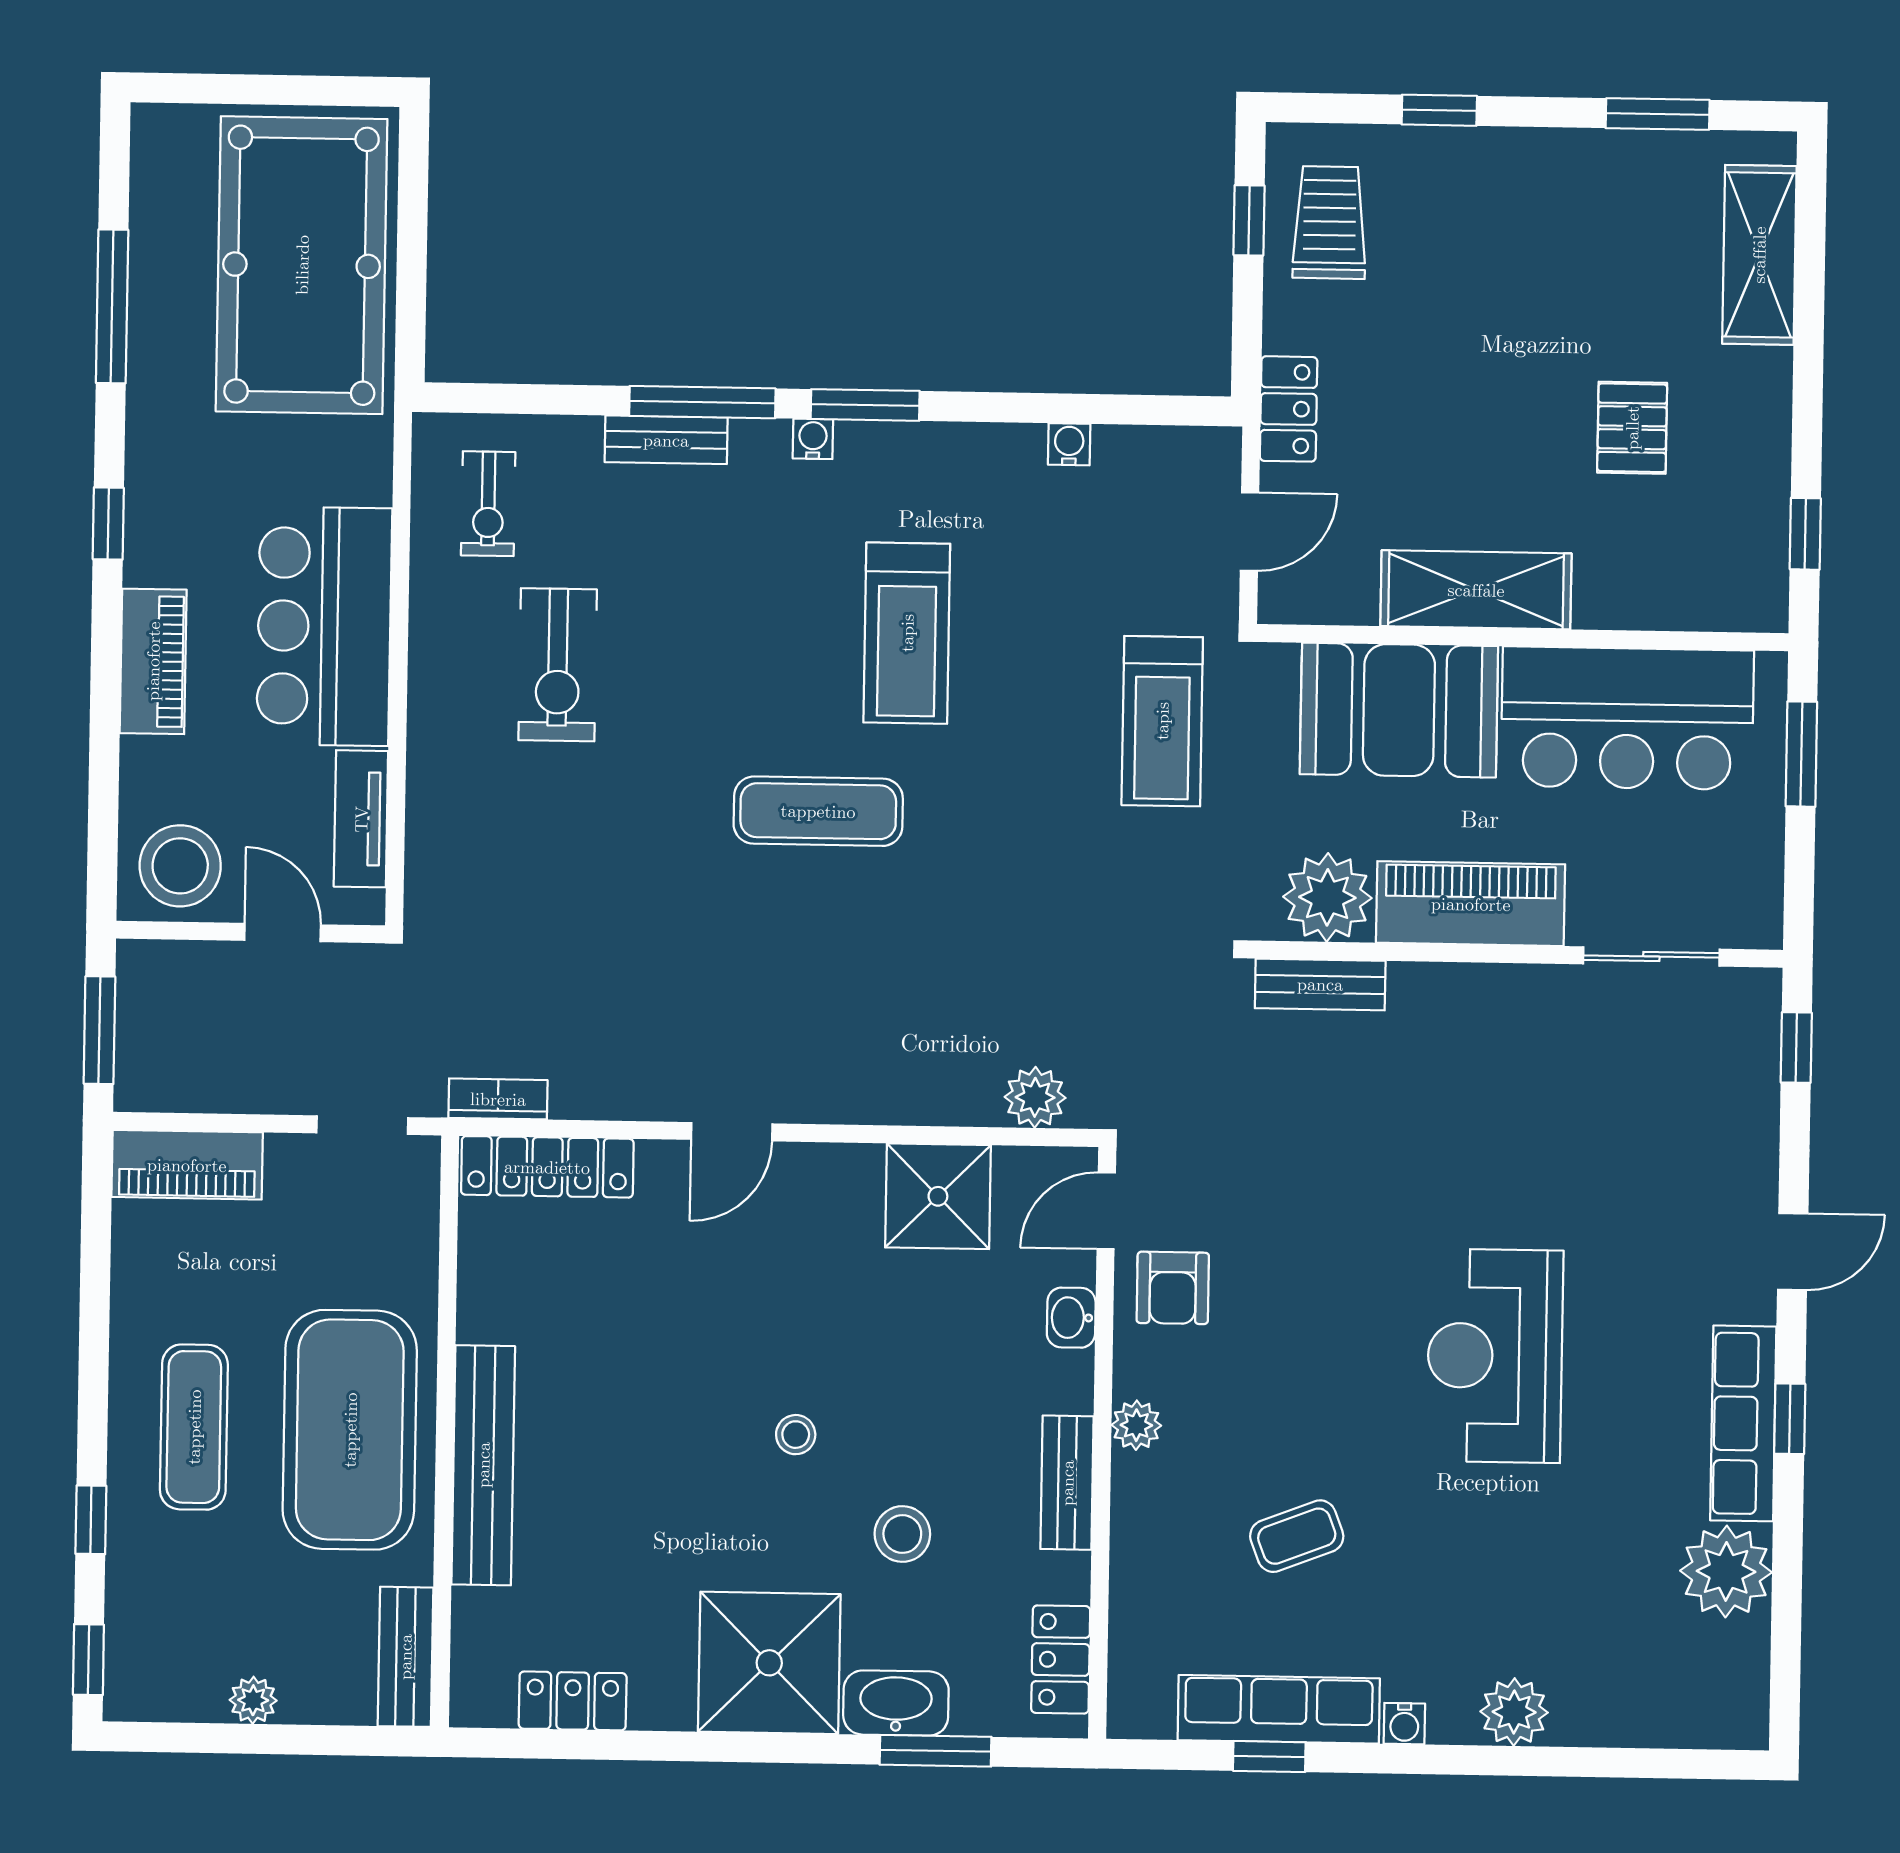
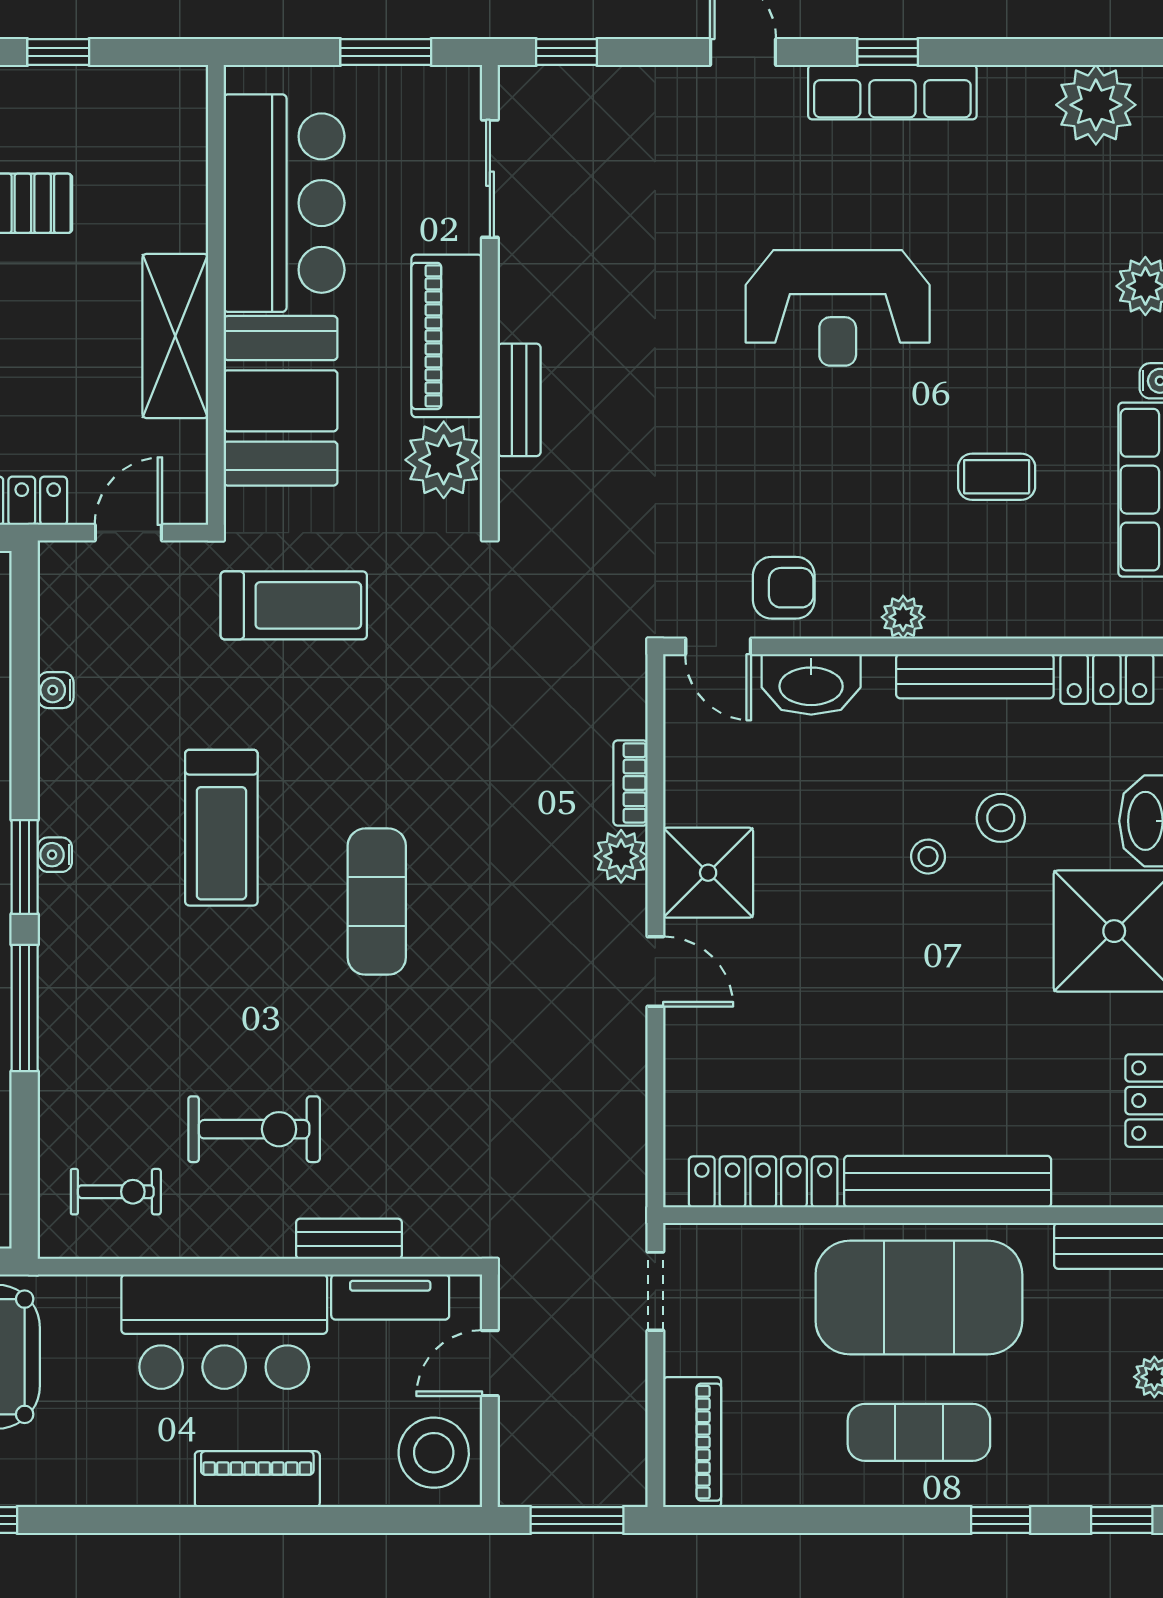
water cooler: (813, 439) -> (55, 855), moved
bench: (666, 440) -> (349, 1239), moved, turned 90
window: (108, 524) -> (139, 1520), removed
door: (1250, 532) -> (128, 533), hinge flipped
window: (1805, 534) -> (58, 52), moved
treadmill: (907, 633) -> (221, 828), turned 90
window: (1801, 754) -> (386, 52), moved
bench: (1320, 984) -> (519, 400), moved
plant: (1035, 1097) -> (621, 856), moved
bookcase: (498, 1099) -> (630, 783), moved
locker: (547, 1167) -> (763, 1182), moved, turned -90
shower: (938, 1196) -> (708, 873), moved
washbasin: (1071, 1318) -> (811, 684), width x1.91, depth x1.45
stool: (796, 1435) -> (928, 857), moved
bench: (1067, 1483) -> (975, 676), width x1.36
coffee table: (1297, 1536) -> (997, 477), turned -69
plant: (1726, 1571) -> (1096, 105), moved

